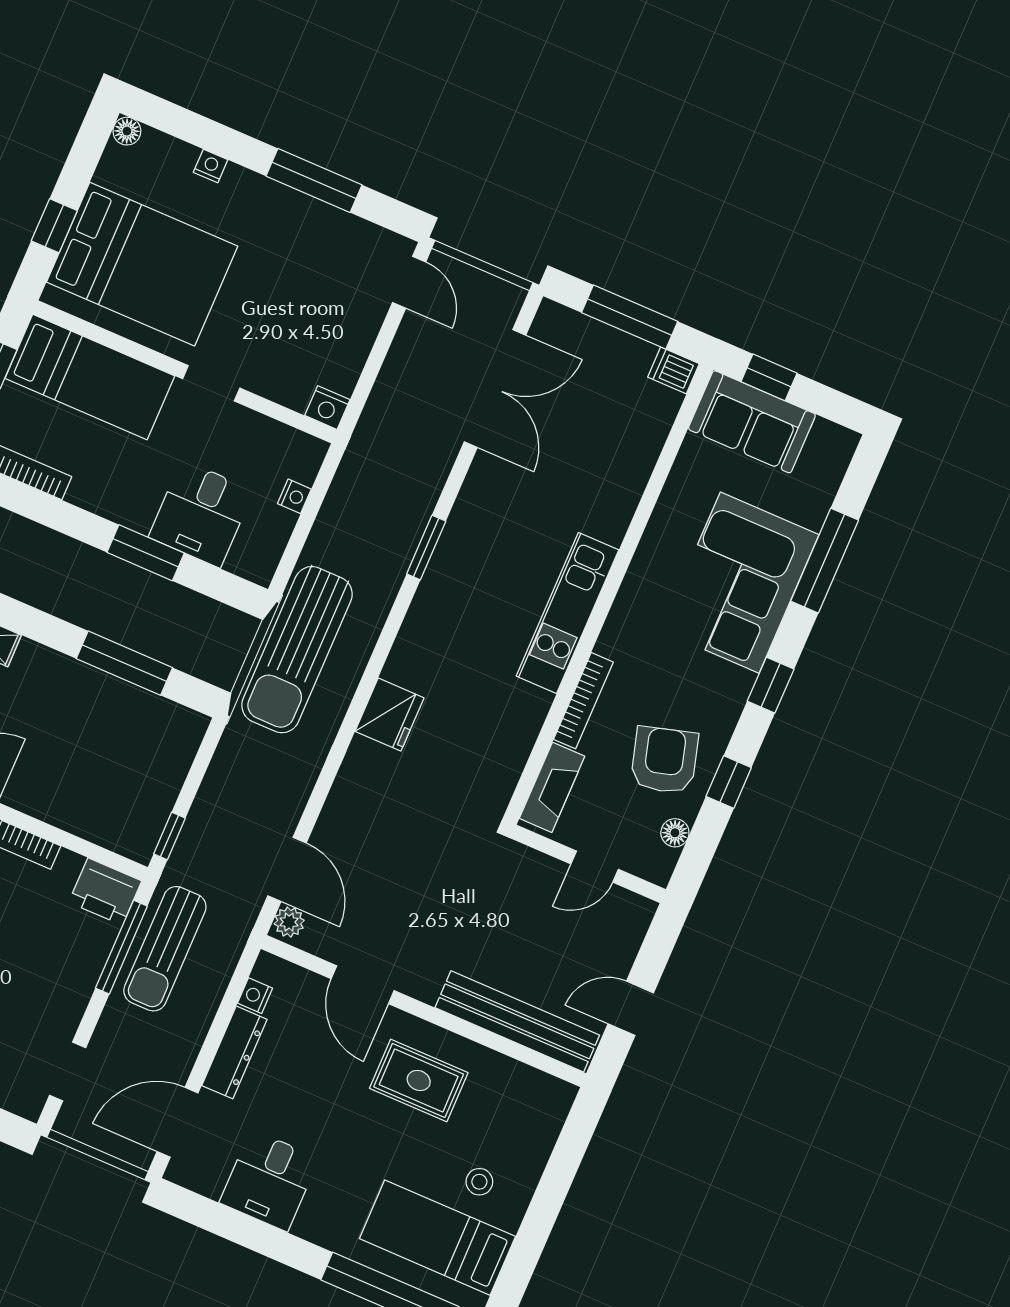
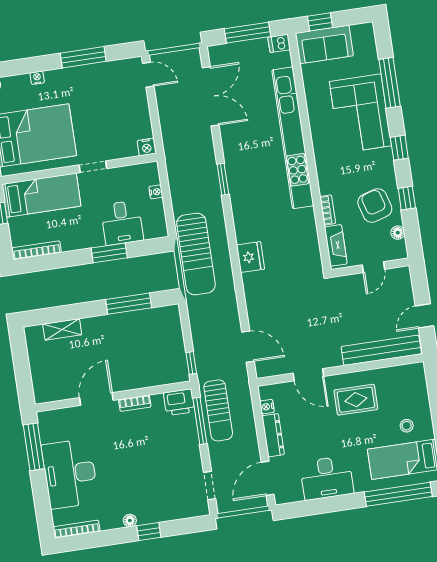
kitchen unit: (568, 613) -> (293, 138), width x1.86
bookcase: (583, 701) -> (328, 210), width x0.64
plant: (289, 922) -> (262, 368), removed
desk: (269, 1180) -> (327, 478), width x1.37

